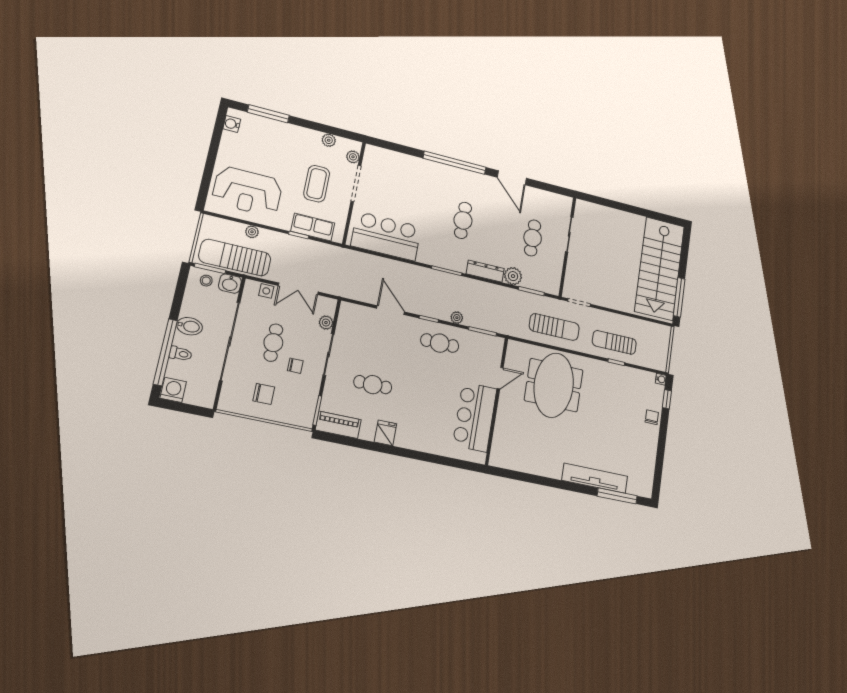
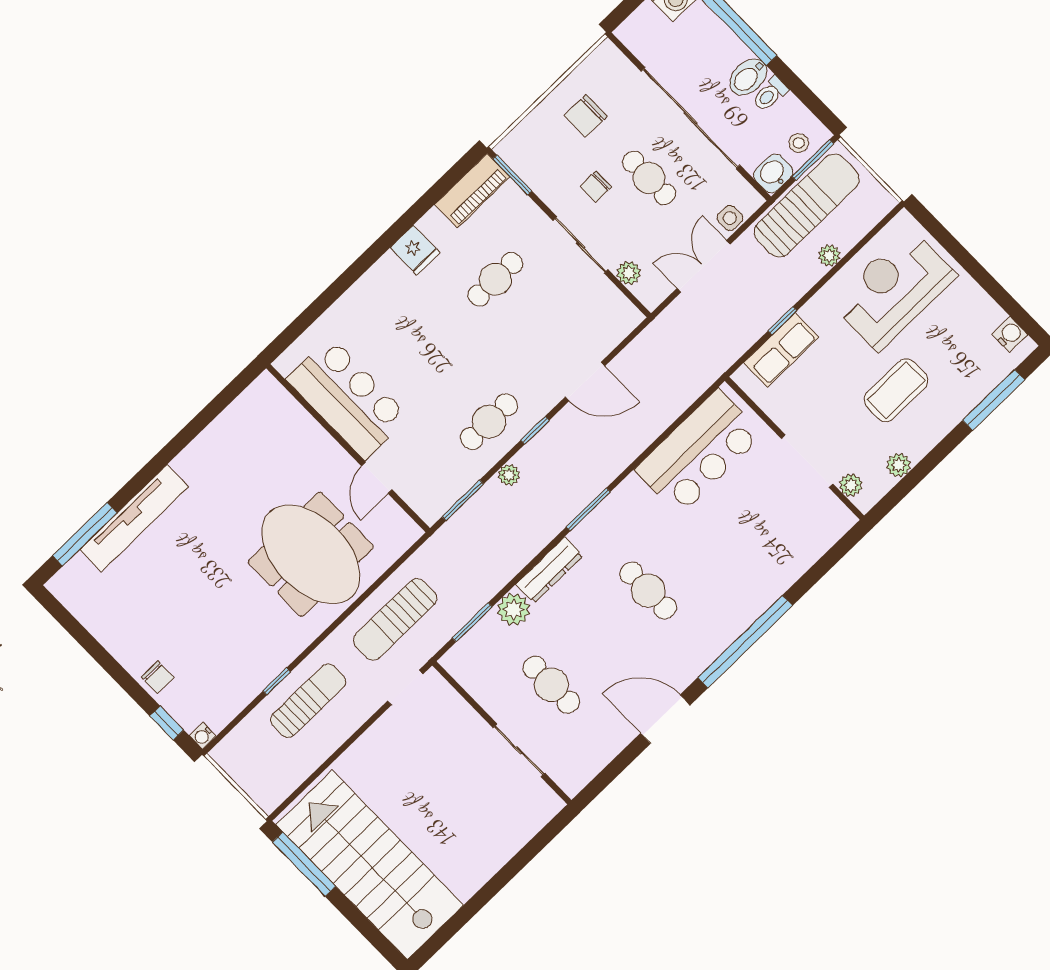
coffee table: (317, 184) -> (896, 390), moved, turned 90
toilet: (181, 354) -> (770, 94), moved

